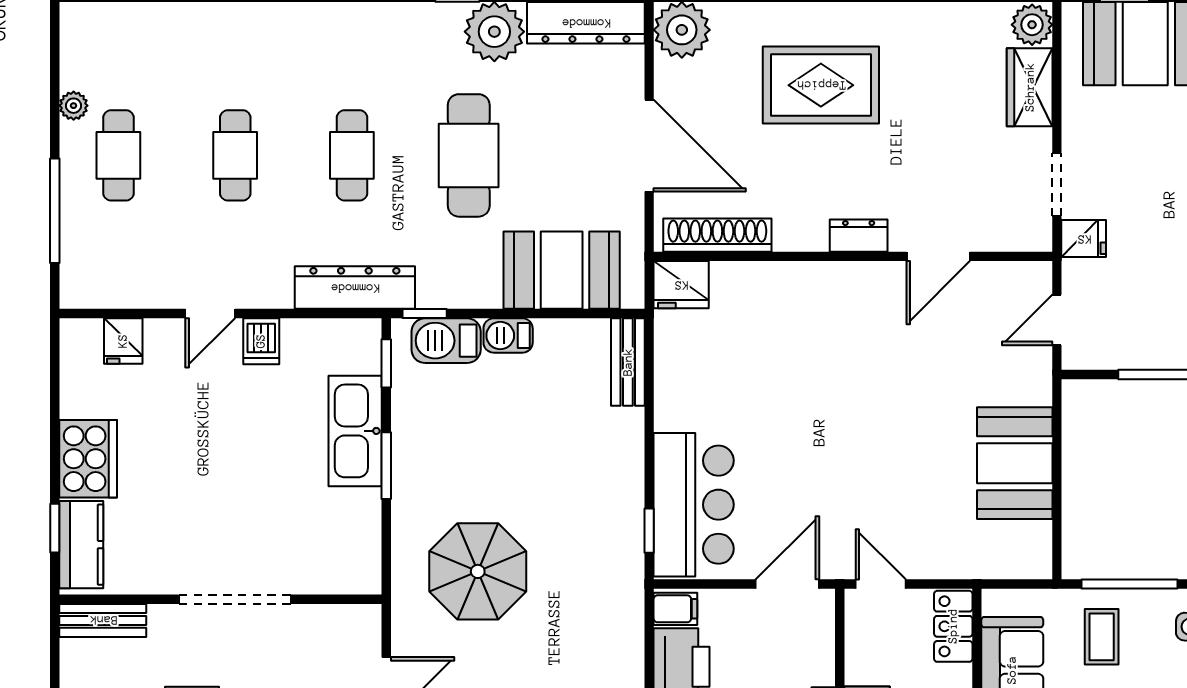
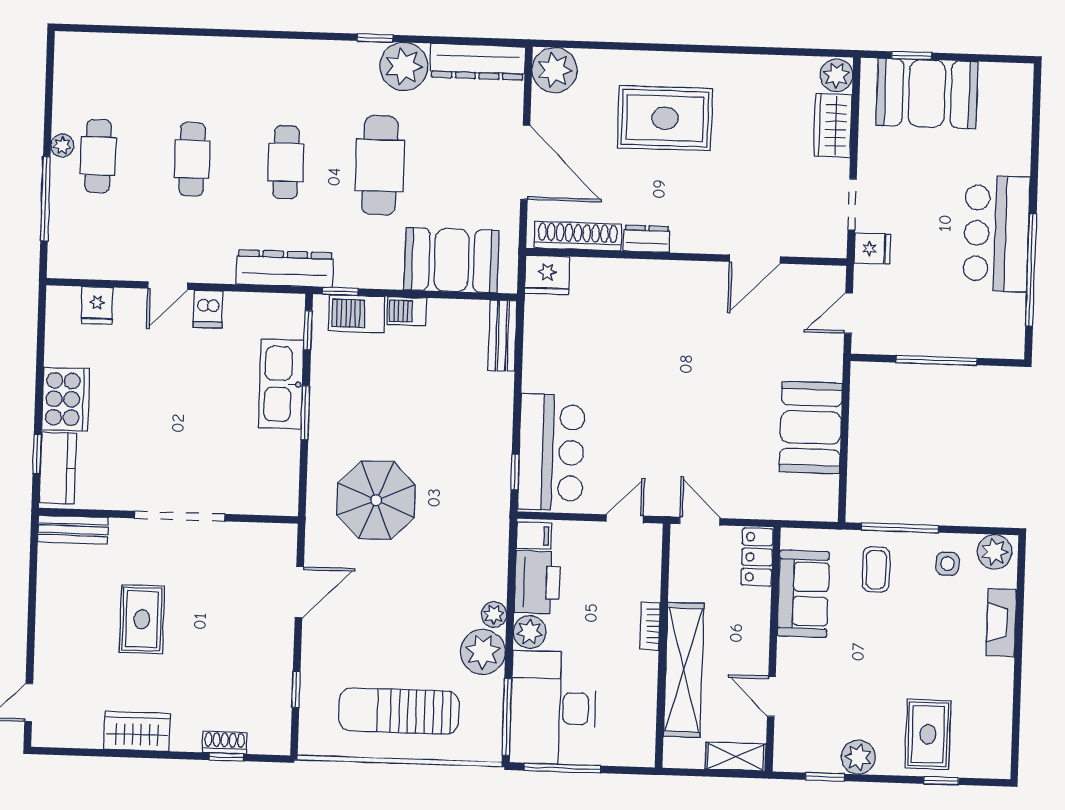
plant: (74, 106) -> (62, 145), moved
dresser: (859, 236) -> (647, 239), moved
door: (787, 584) -> (625, 519), width x0.73

